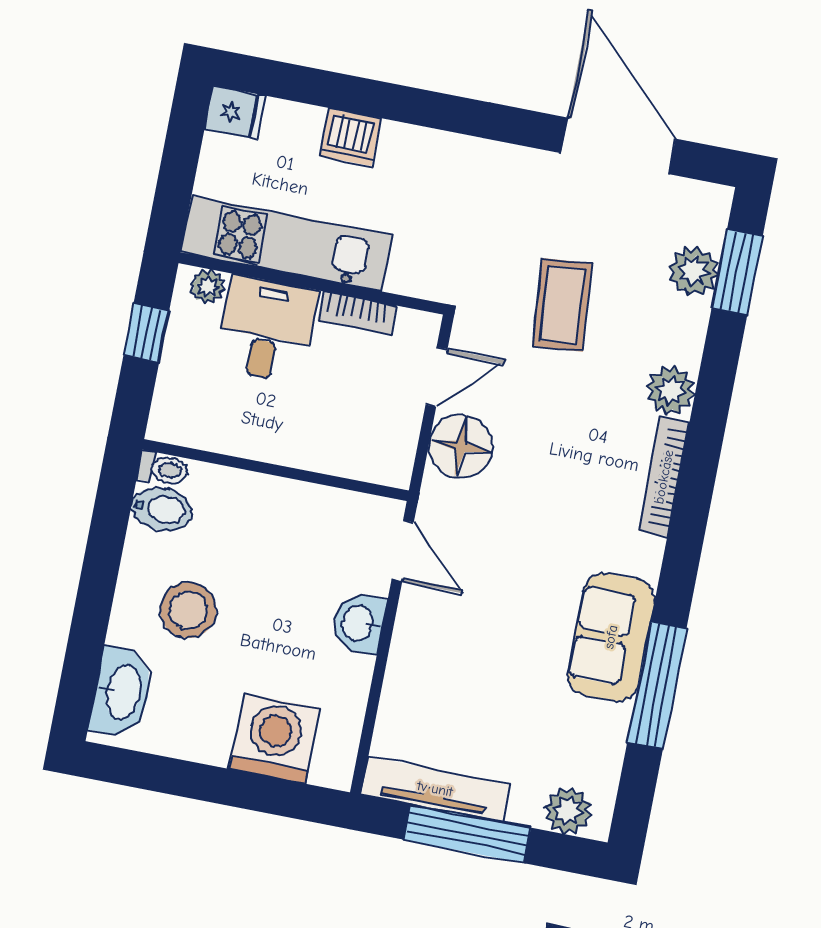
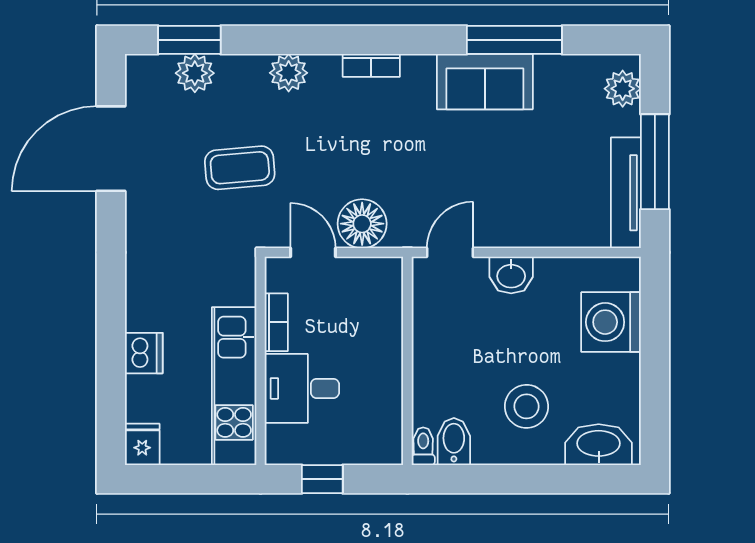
plant: (208, 287) -> (278, 439), removed
bookcase: (664, 477) -> (371, 65), width x0.64

